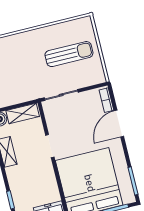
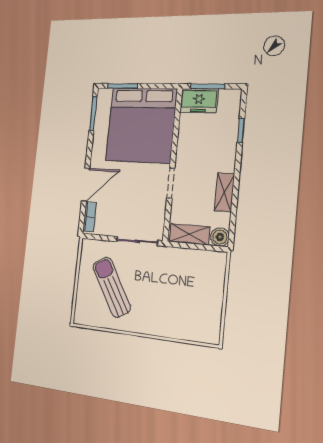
sun lounger: (69, 54) -> (112, 287), turned 59

